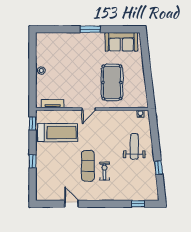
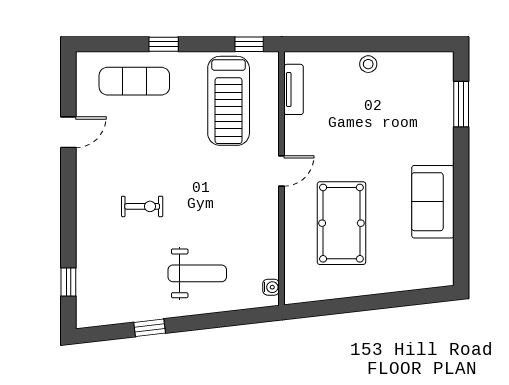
window: (90, 29) -> (461, 104), moved
sofa: (121, 42) -> (433, 202), moved
pool table: (112, 82) -> (341, 223), turned 90
door: (89, 109) -> (282, 171), swing flipped
exercise mat: (88, 166) -> (134, 81), moved

